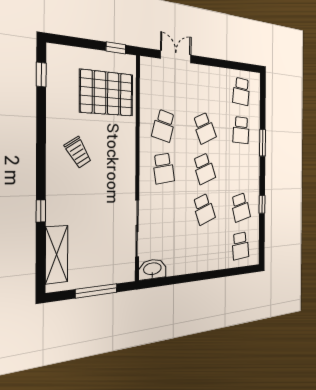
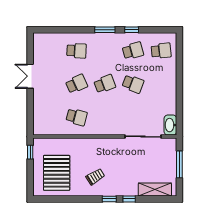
double door: (176, 57) -> (30, 76), moved
window: (41, 75) -> (109, 199), moved
school desk: (241, 91) -> (48, 51), removed
pallet: (107, 93) -> (57, 173), moved
window: (262, 143) -> (105, 30), moved
school desk: (163, 168) -> (105, 117), removed
school desk: (204, 209) -> (133, 84), turned 42

